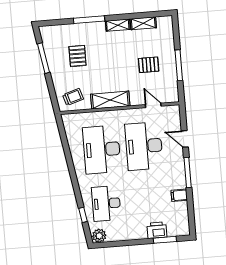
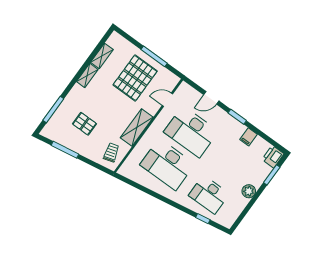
window: (89, 20) -> (53, 109), moved
pallet: (149, 65) -> (135, 78), width x2.05, depth x2.00
window: (188, 173) -> (237, 117), width x0.69
printer: (157, 230) -> (273, 157), moved
plant: (99, 236) -> (249, 191), moved

